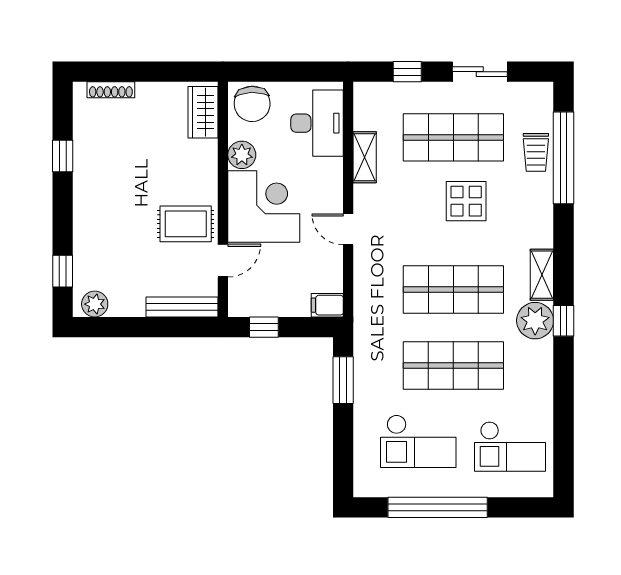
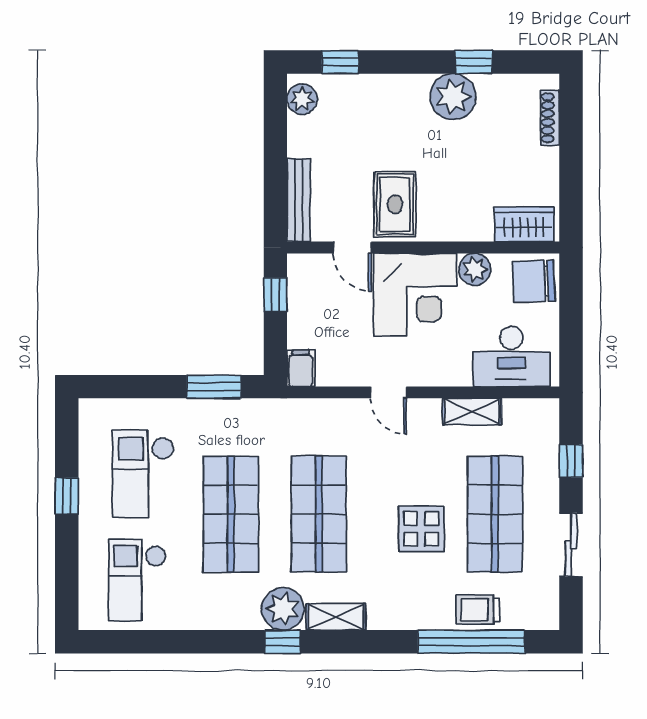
plant: (93, 174) -> (453, 97), added
door: (348, 229) -> (388, 392), swing flipped
window: (438, 507) -> (67, 496), width x0.32

